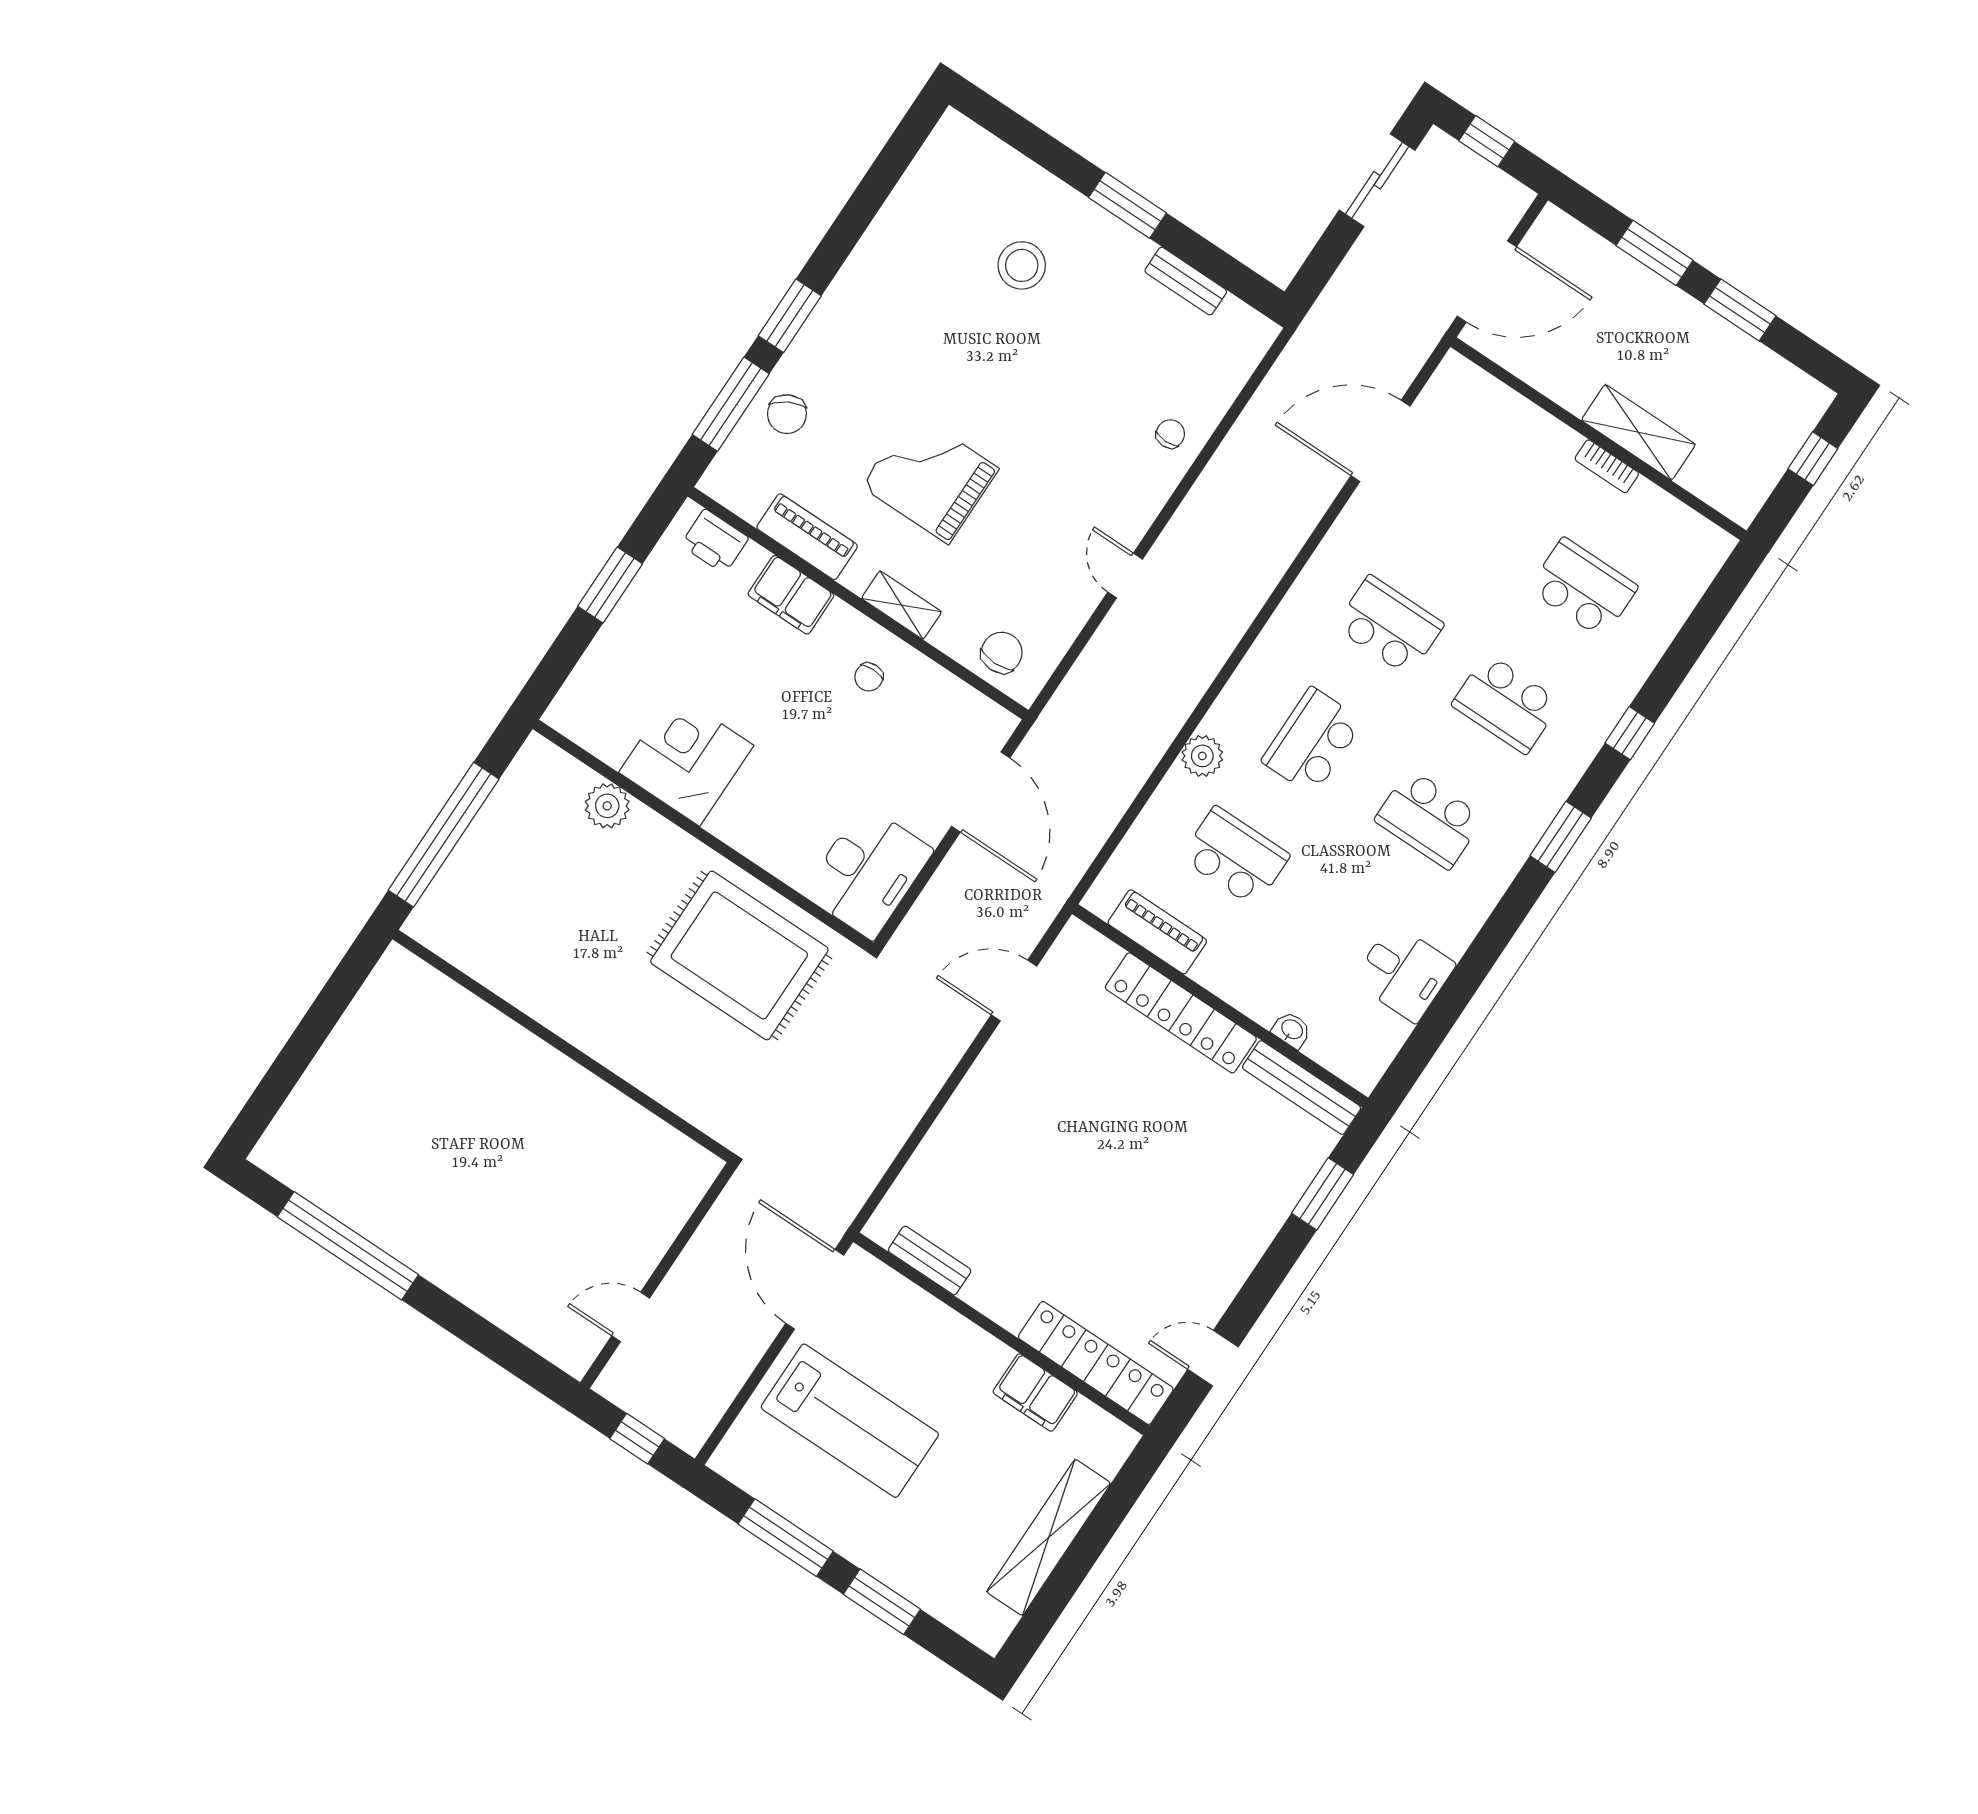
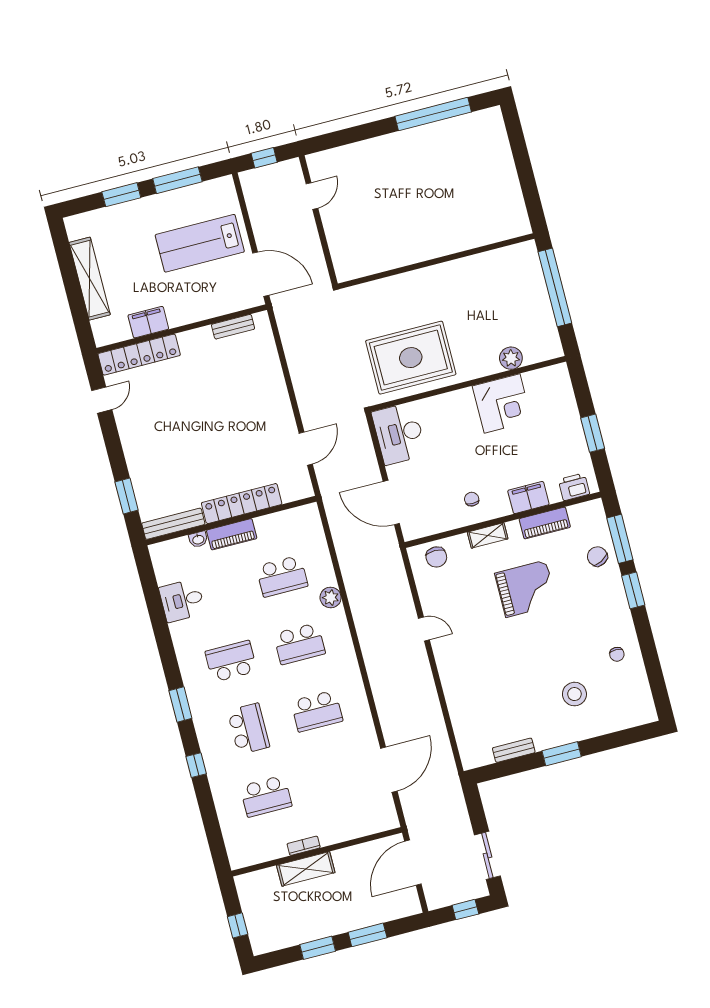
chair: (1170, 434) -> (617, 654), moved
school desk: (1506, 703) -> (249, 729), turned 90
school desk: (1312, 741) -> (299, 644), turned 90
piano: (1157, 932) -> (232, 534), moved

